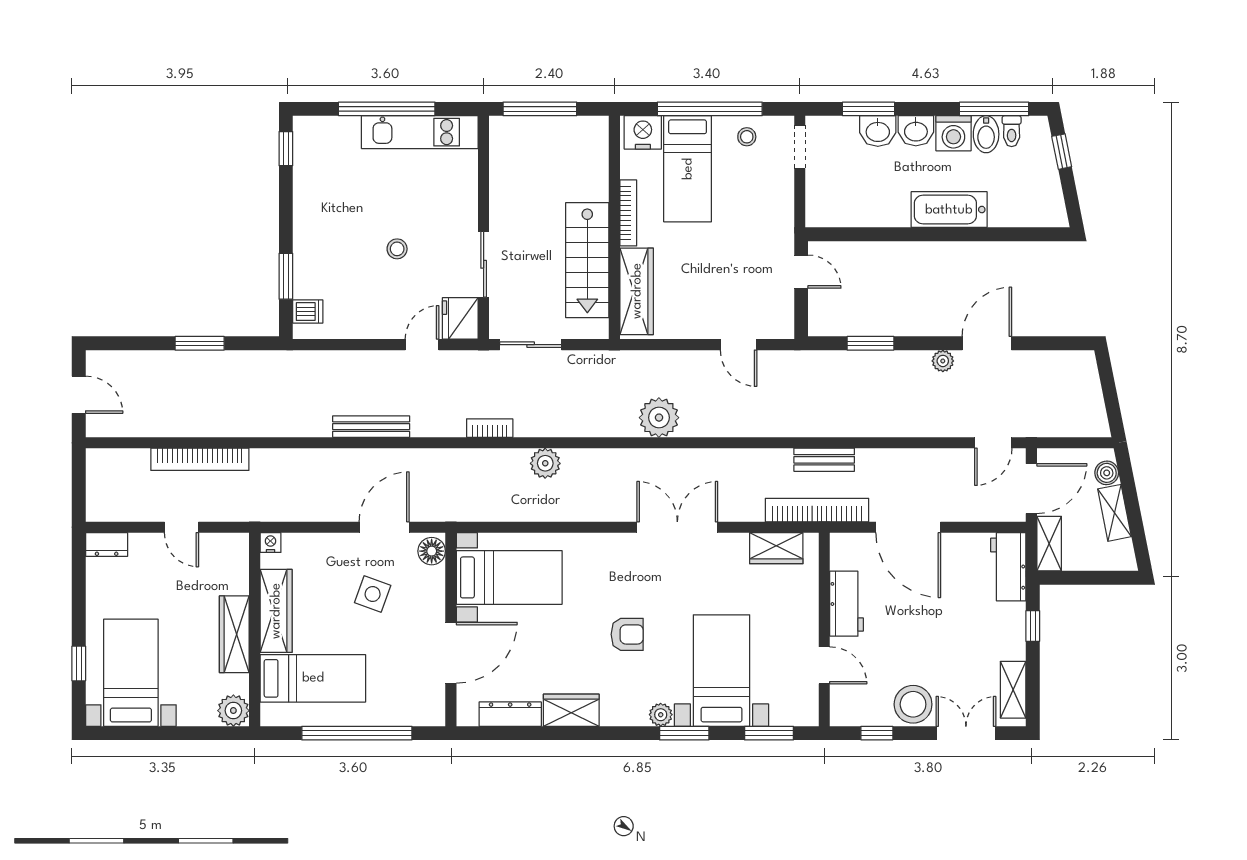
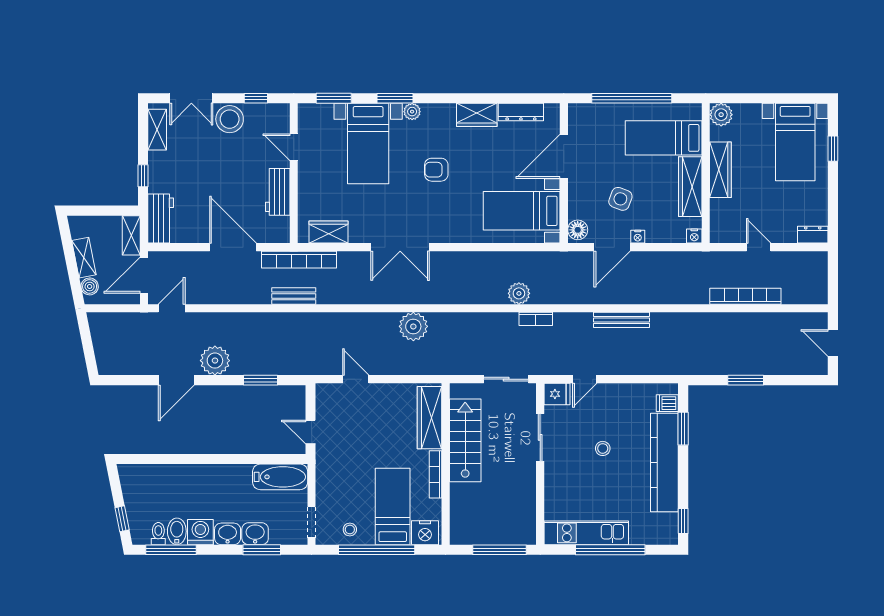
bathtub: (949, 210) -> (280, 477), moved
kitchen counter: (312, 229) -> (664, 463), added
fridge: (460, 318) -> (557, 394), width x0.72
plant: (943, 361) -> (215, 361), width x1.87, depth x1.87
plant: (545, 463) -> (519, 293), moved
nightstand: (349, 542) -> (638, 237), added

